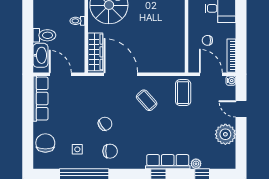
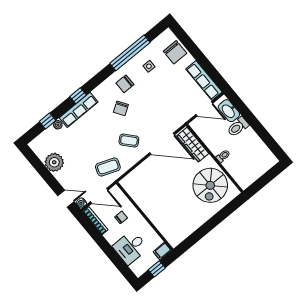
coffee table: (183, 93) -> (108, 167), turned -69
door: (241, 109) -> (66, 199), moved
chair: (105, 124) -> (121, 108), moved

